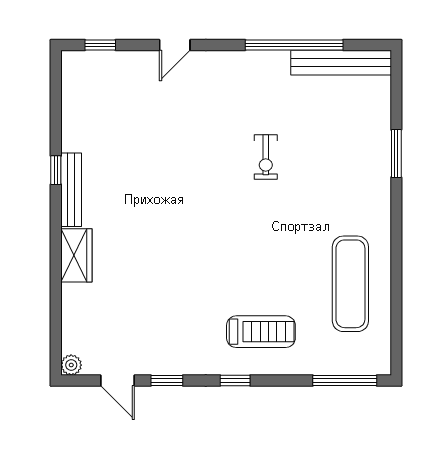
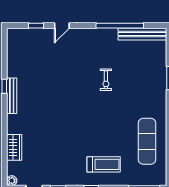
window: (100, 45) -> (36, 26), moved
wardrobe: (76, 255) -> (14, 147), moved

